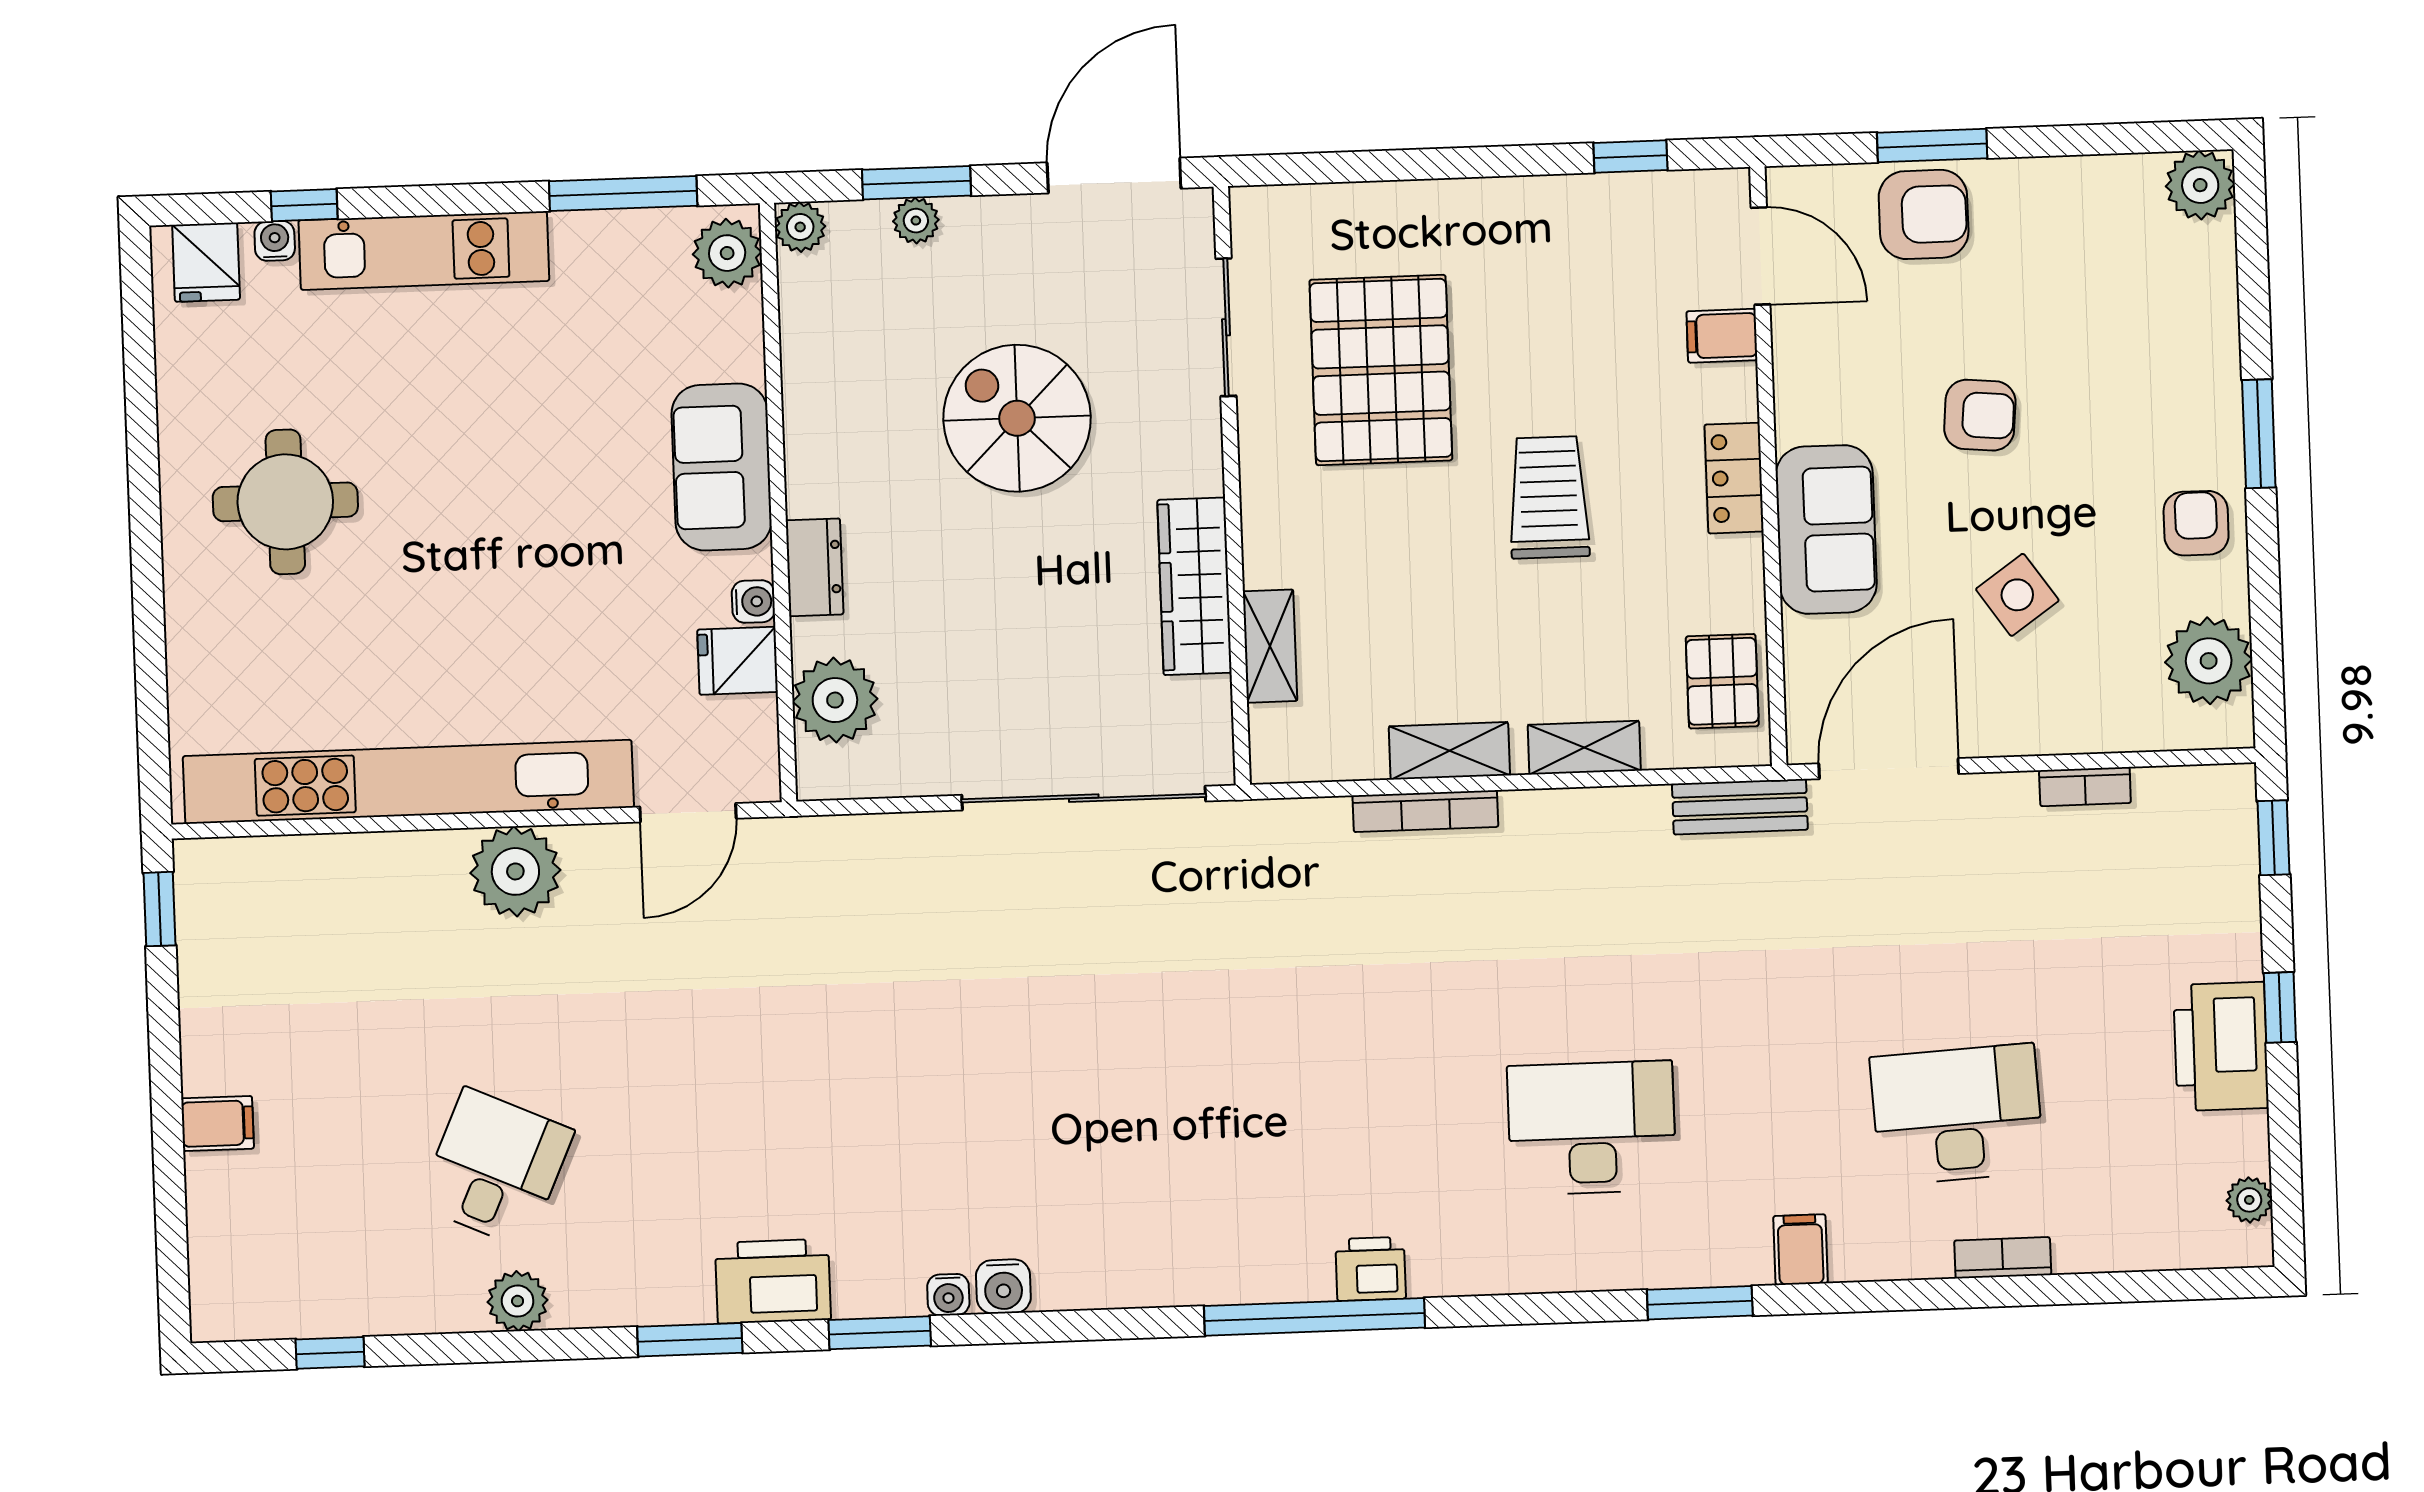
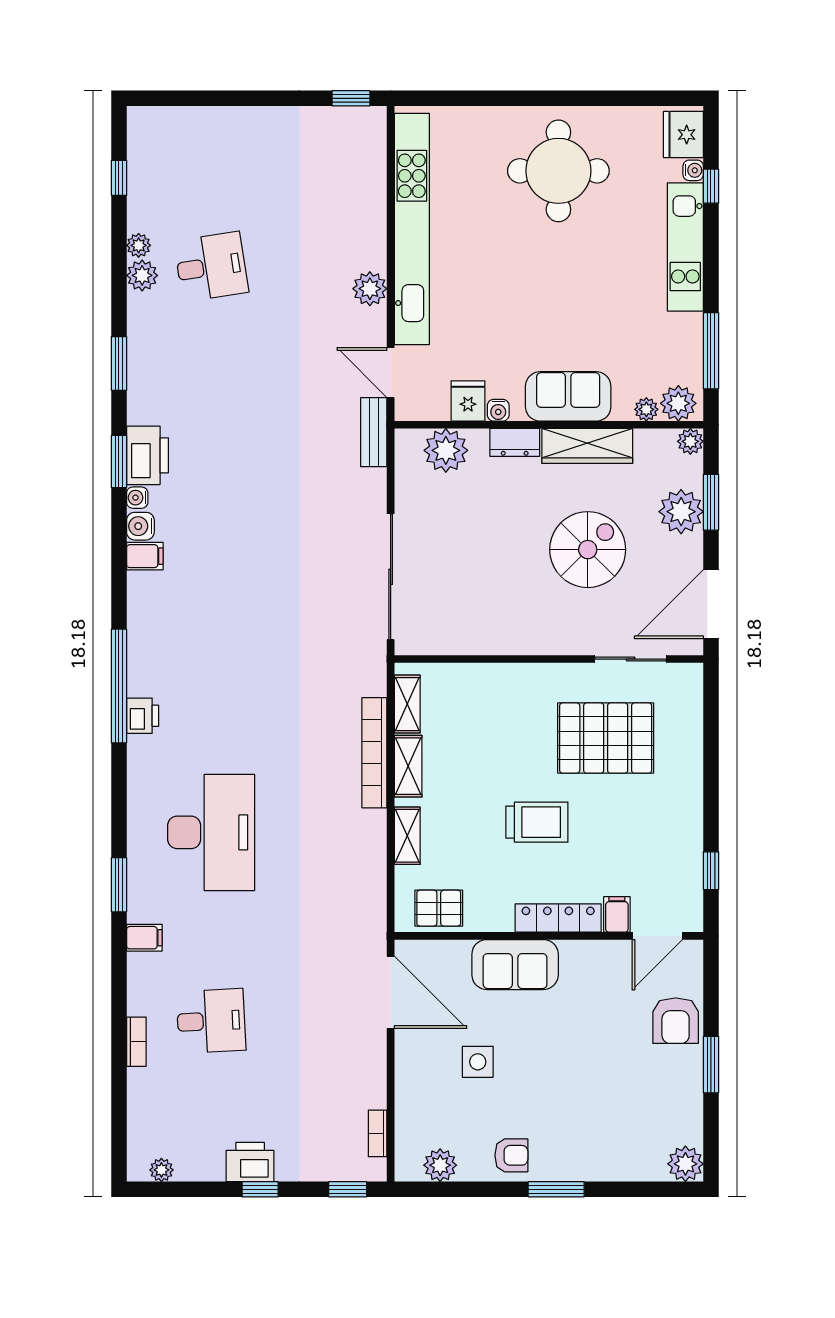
window: (1932, 145) -> (711, 1065), moved
door: (1114, 175) -> (711, 604), swing flipped
plant: (916, 221) -> (681, 512), width x1.88, depth x1.88
fridge: (206, 262) -> (683, 135), width x1.38
plant: (741, 315) -> (646, 409), added
armchair: (1980, 415) -> (571, 1046), removed
locker: (1734, 478) -> (558, 918), width x1.53
round table: (285, 502) -> (558, 171), width x1.36, depth x1.36
wardrobe: (1194, 586) -> (587, 446), moved, turned 180
side table: (2017, 595) -> (478, 1062), turned 35
shelving: (1270, 646) -> (407, 704), moved, turned 90
plant: (2209, 661) -> (440, 1165), width x0.73, depth x0.73
bookcase: (2085, 787) -> (378, 1133), moved
bench: (1740, 807) -> (374, 432), moved
bookcase: (1425, 811) -> (374, 753), width x1.48, depth x1.31
plant: (515, 871) -> (370, 289), width x0.73, depth x0.73
printer: (2221, 1046) -> (250, 1162), width x0.73, depth x0.84
desk: (1957, 1114) -> (211, 1021), width x0.73
filing cabinet: (218, 1123) -> (145, 556), moved, turned -90
desk: (1592, 1128) -> (211, 832), width x1.36, depth x1.30
desk: (496, 1168) -> (211, 267), turned -33
printer: (773, 1281) -> (147, 455), moved
plant: (459, 1310) -> (139, 245), added

